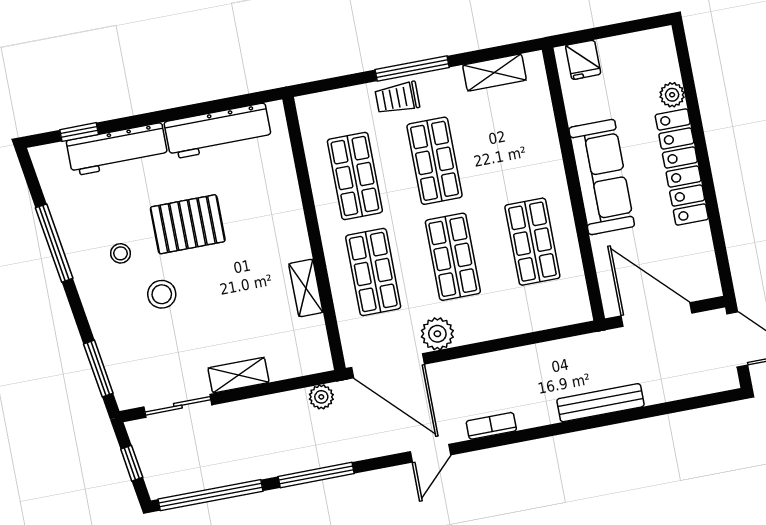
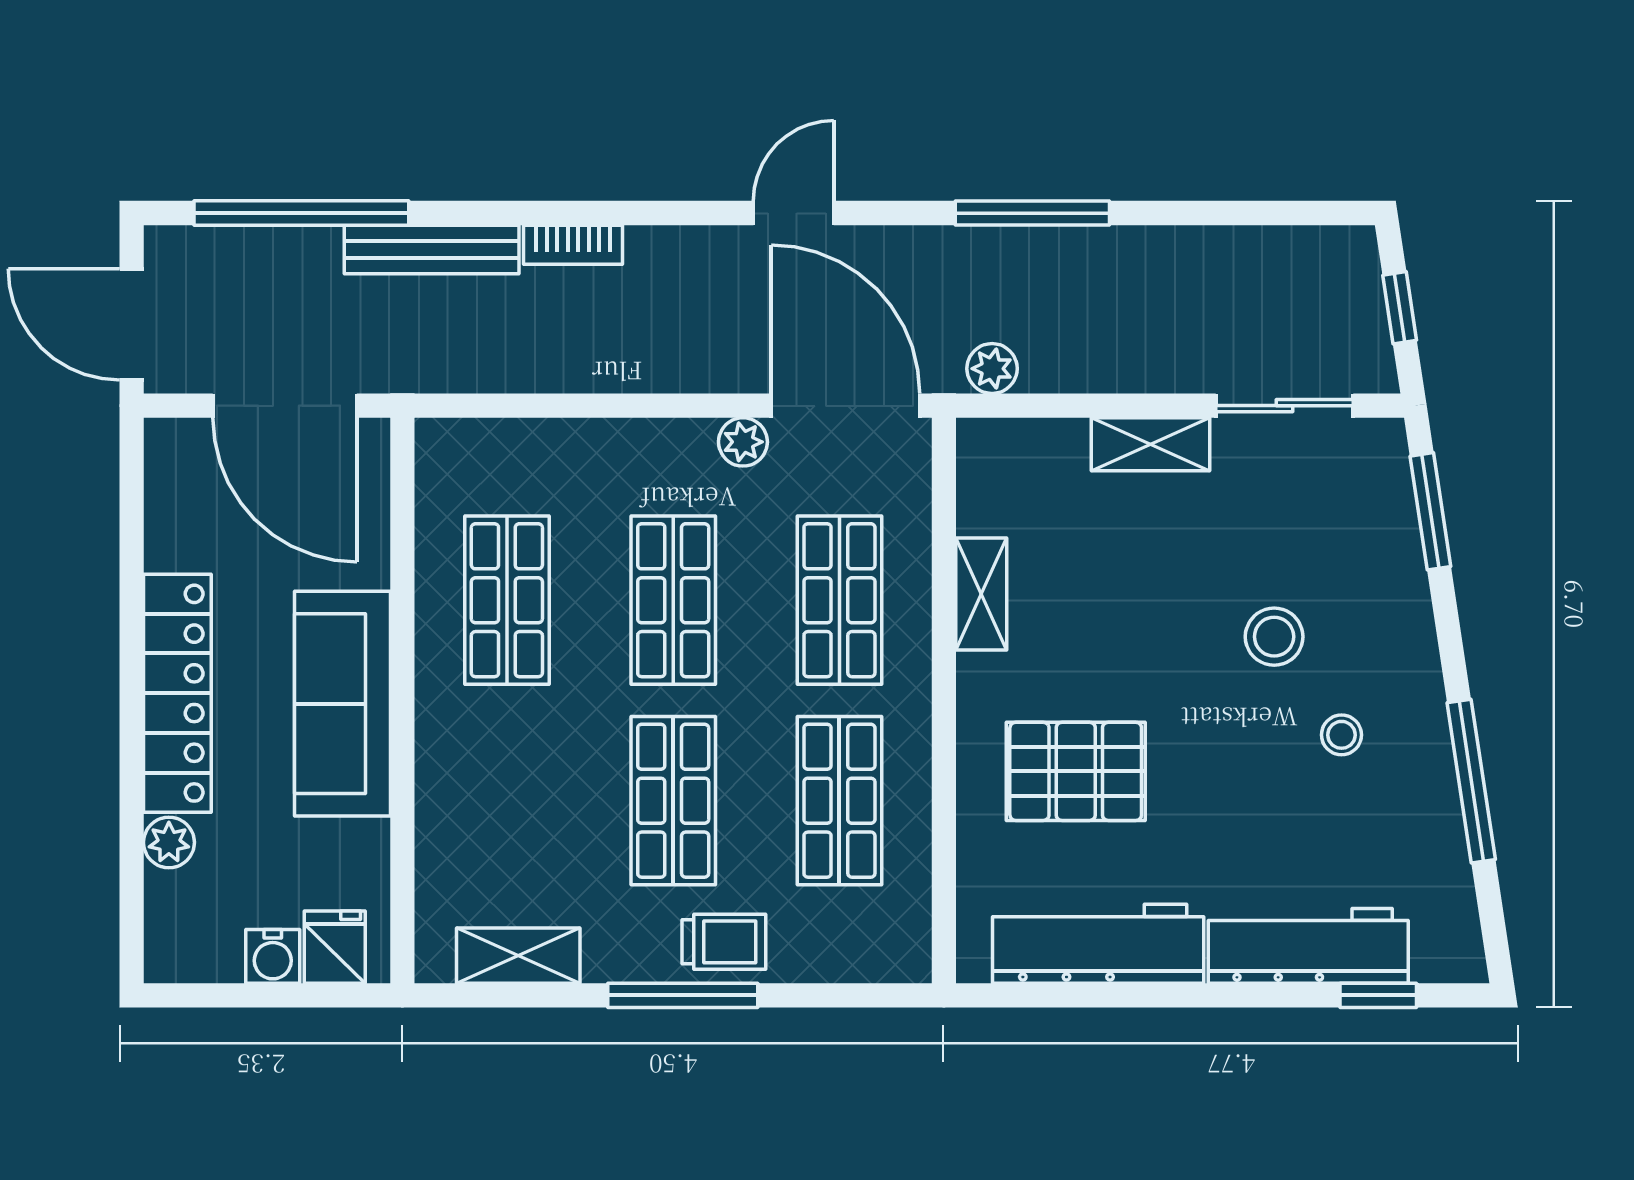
water cooler: (612, 50) -> (273, 956), added
pallet: (188, 224) -> (1076, 771), moved
plant: (437, 334) -> (743, 442), width x0.73, depth x0.73
bookcase: (491, 426) -> (573, 245), moved
window: (211, 495) -> (301, 213), moved

